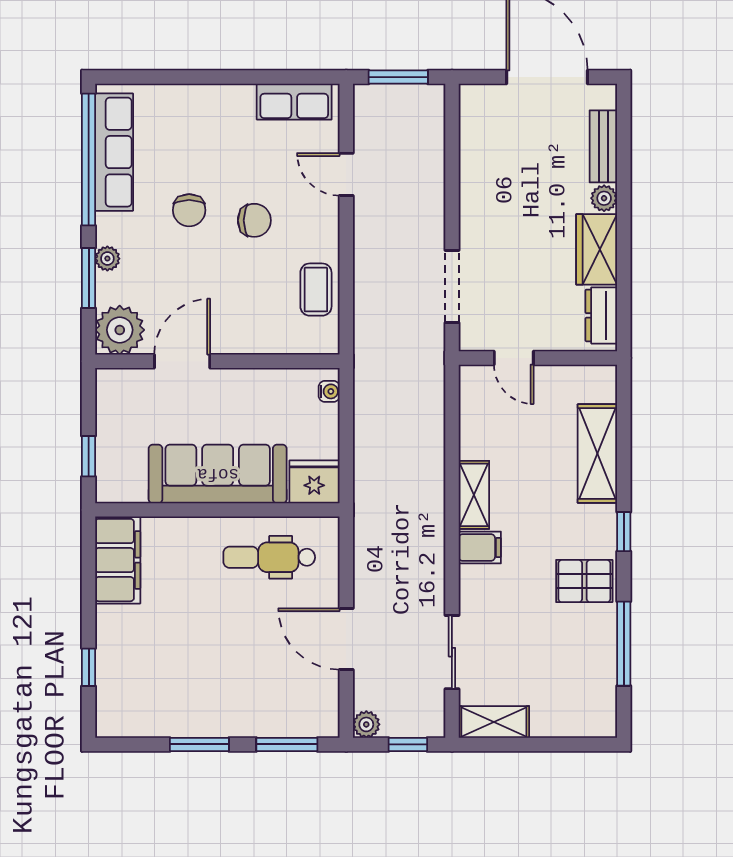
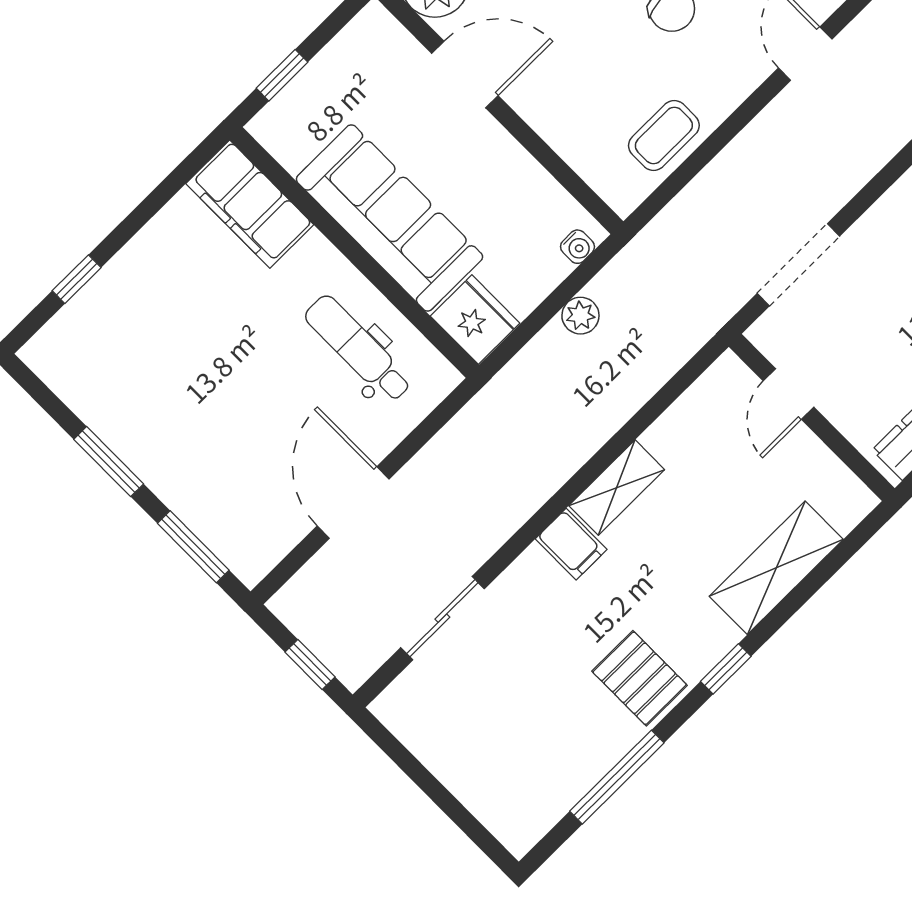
filing cabinet: (118, 560) -> (250, 204), moved, turned 90
shelving: (494, 722) -> (415, 726), removed
plant: (366, 724) -> (580, 316), moved

